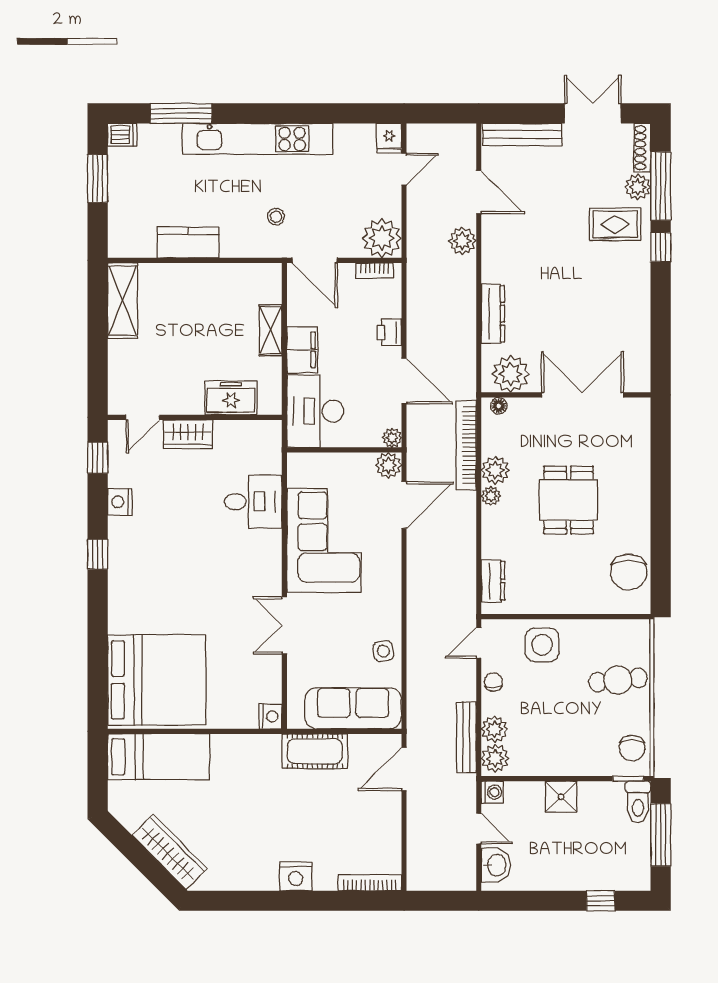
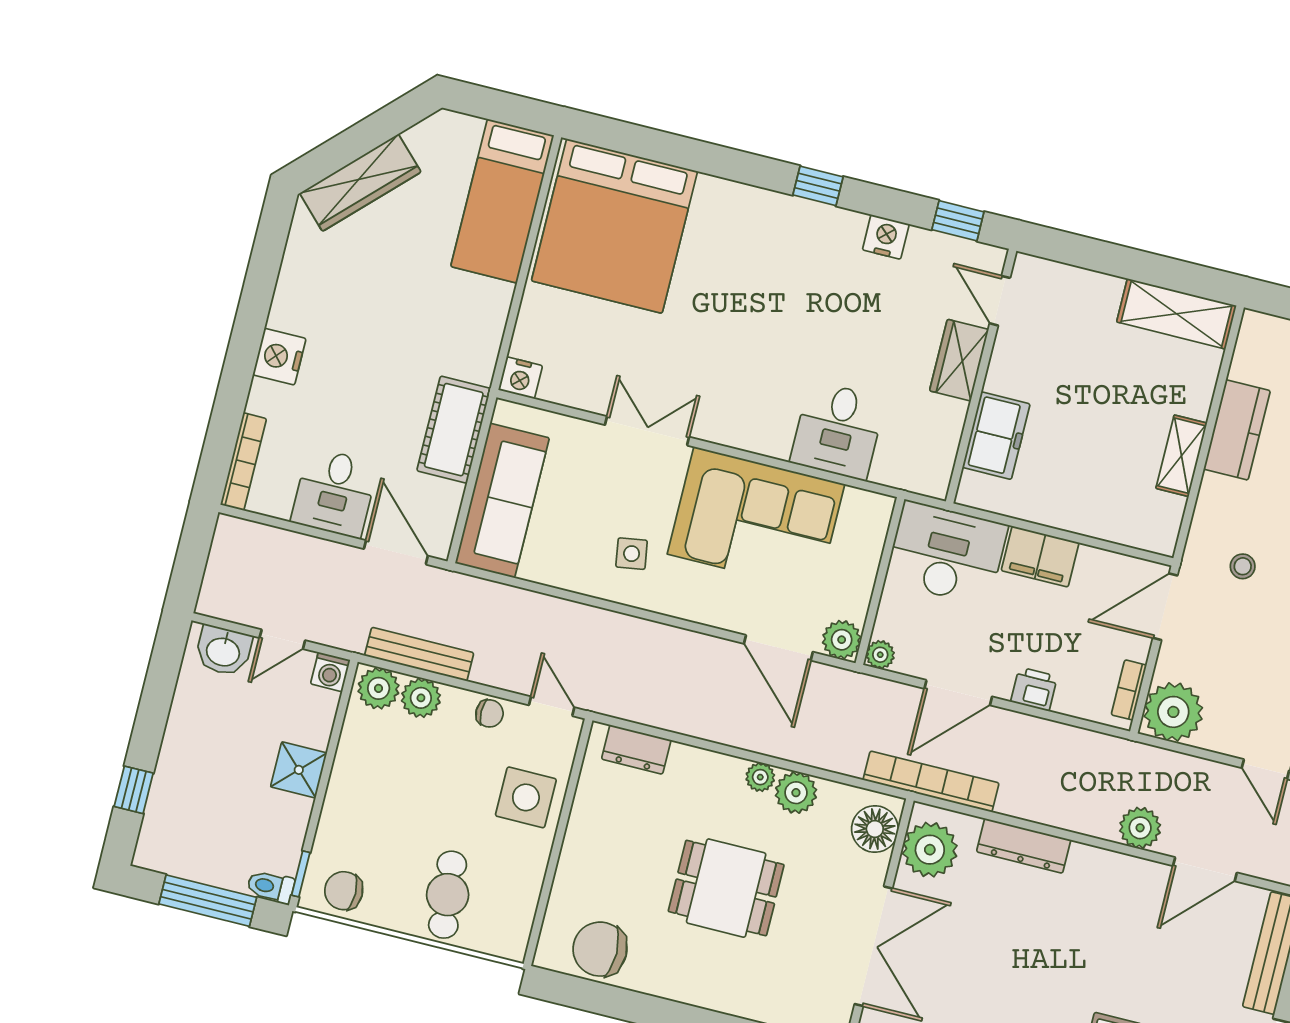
shelving: (271, 330) -> (1181, 456), moved, turned 90
floor lamp: (499, 406) -> (875, 829), width x1.89, depth x1.89
bookcase: (466, 445) -> (931, 782), moved
side table: (383, 651) -> (632, 554), moved
toilet: (638, 802) -> (271, 887), width x0.73, depth x0.72
desk: (375, 818) -> (334, 493), added

